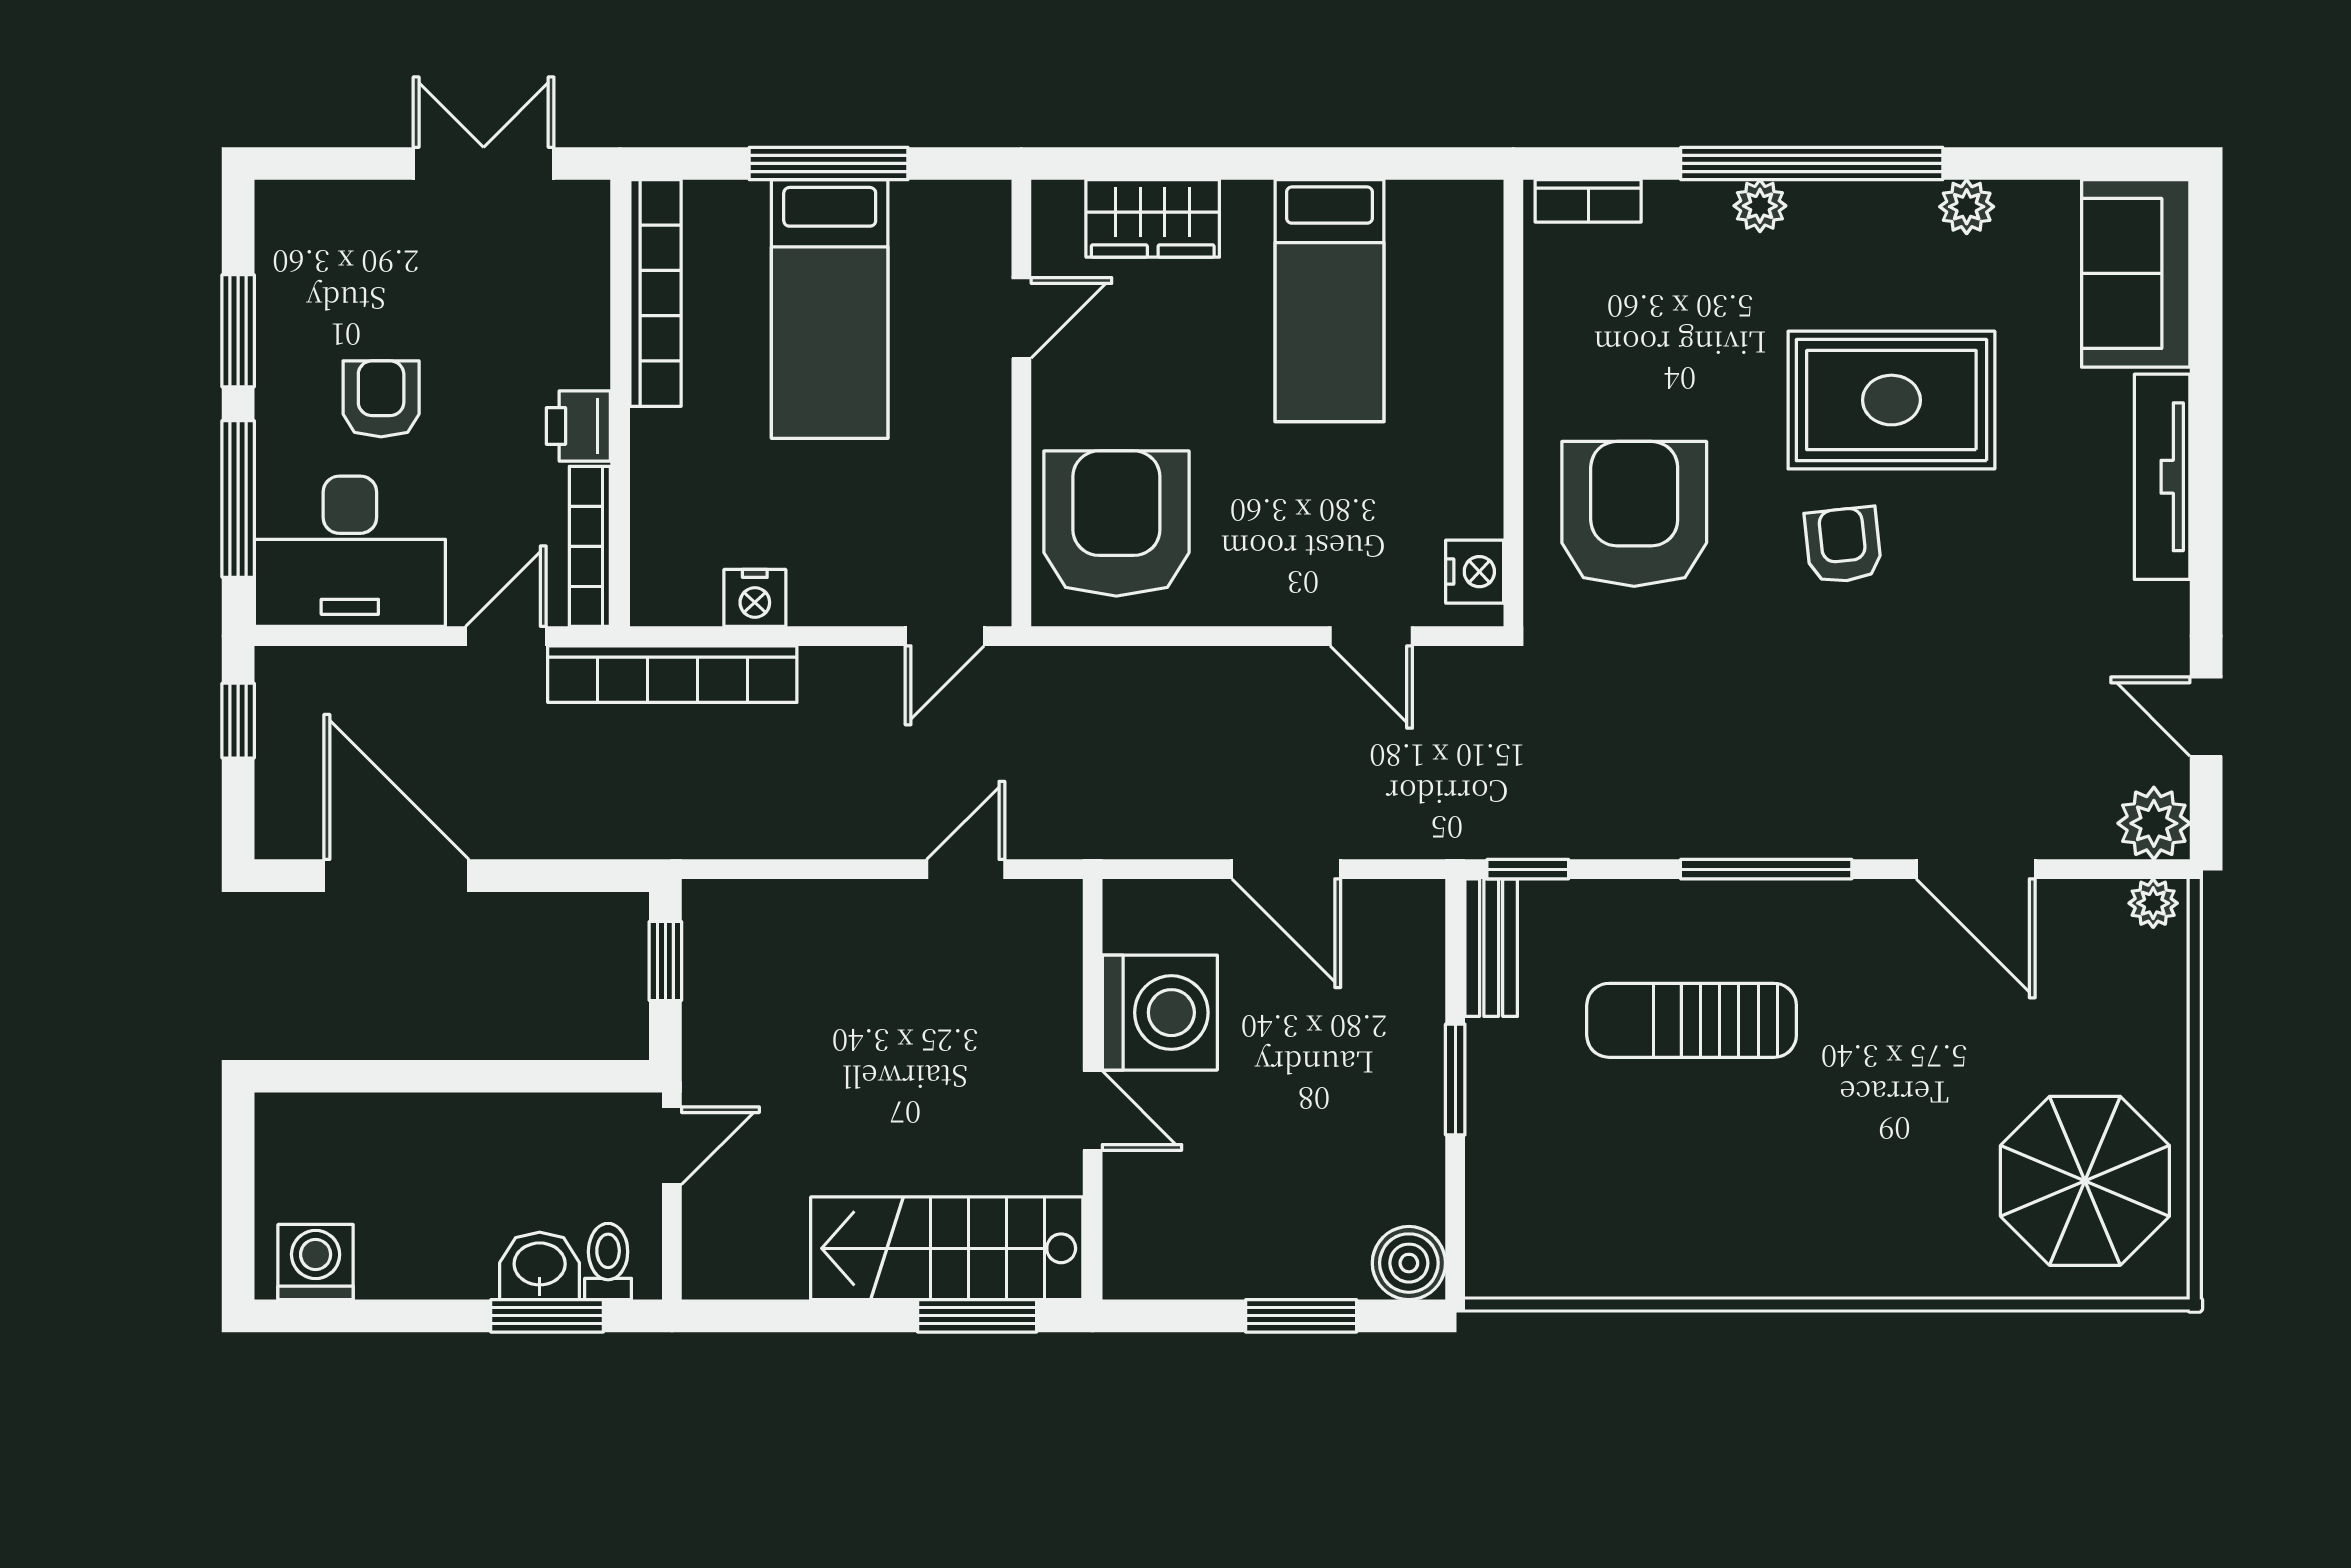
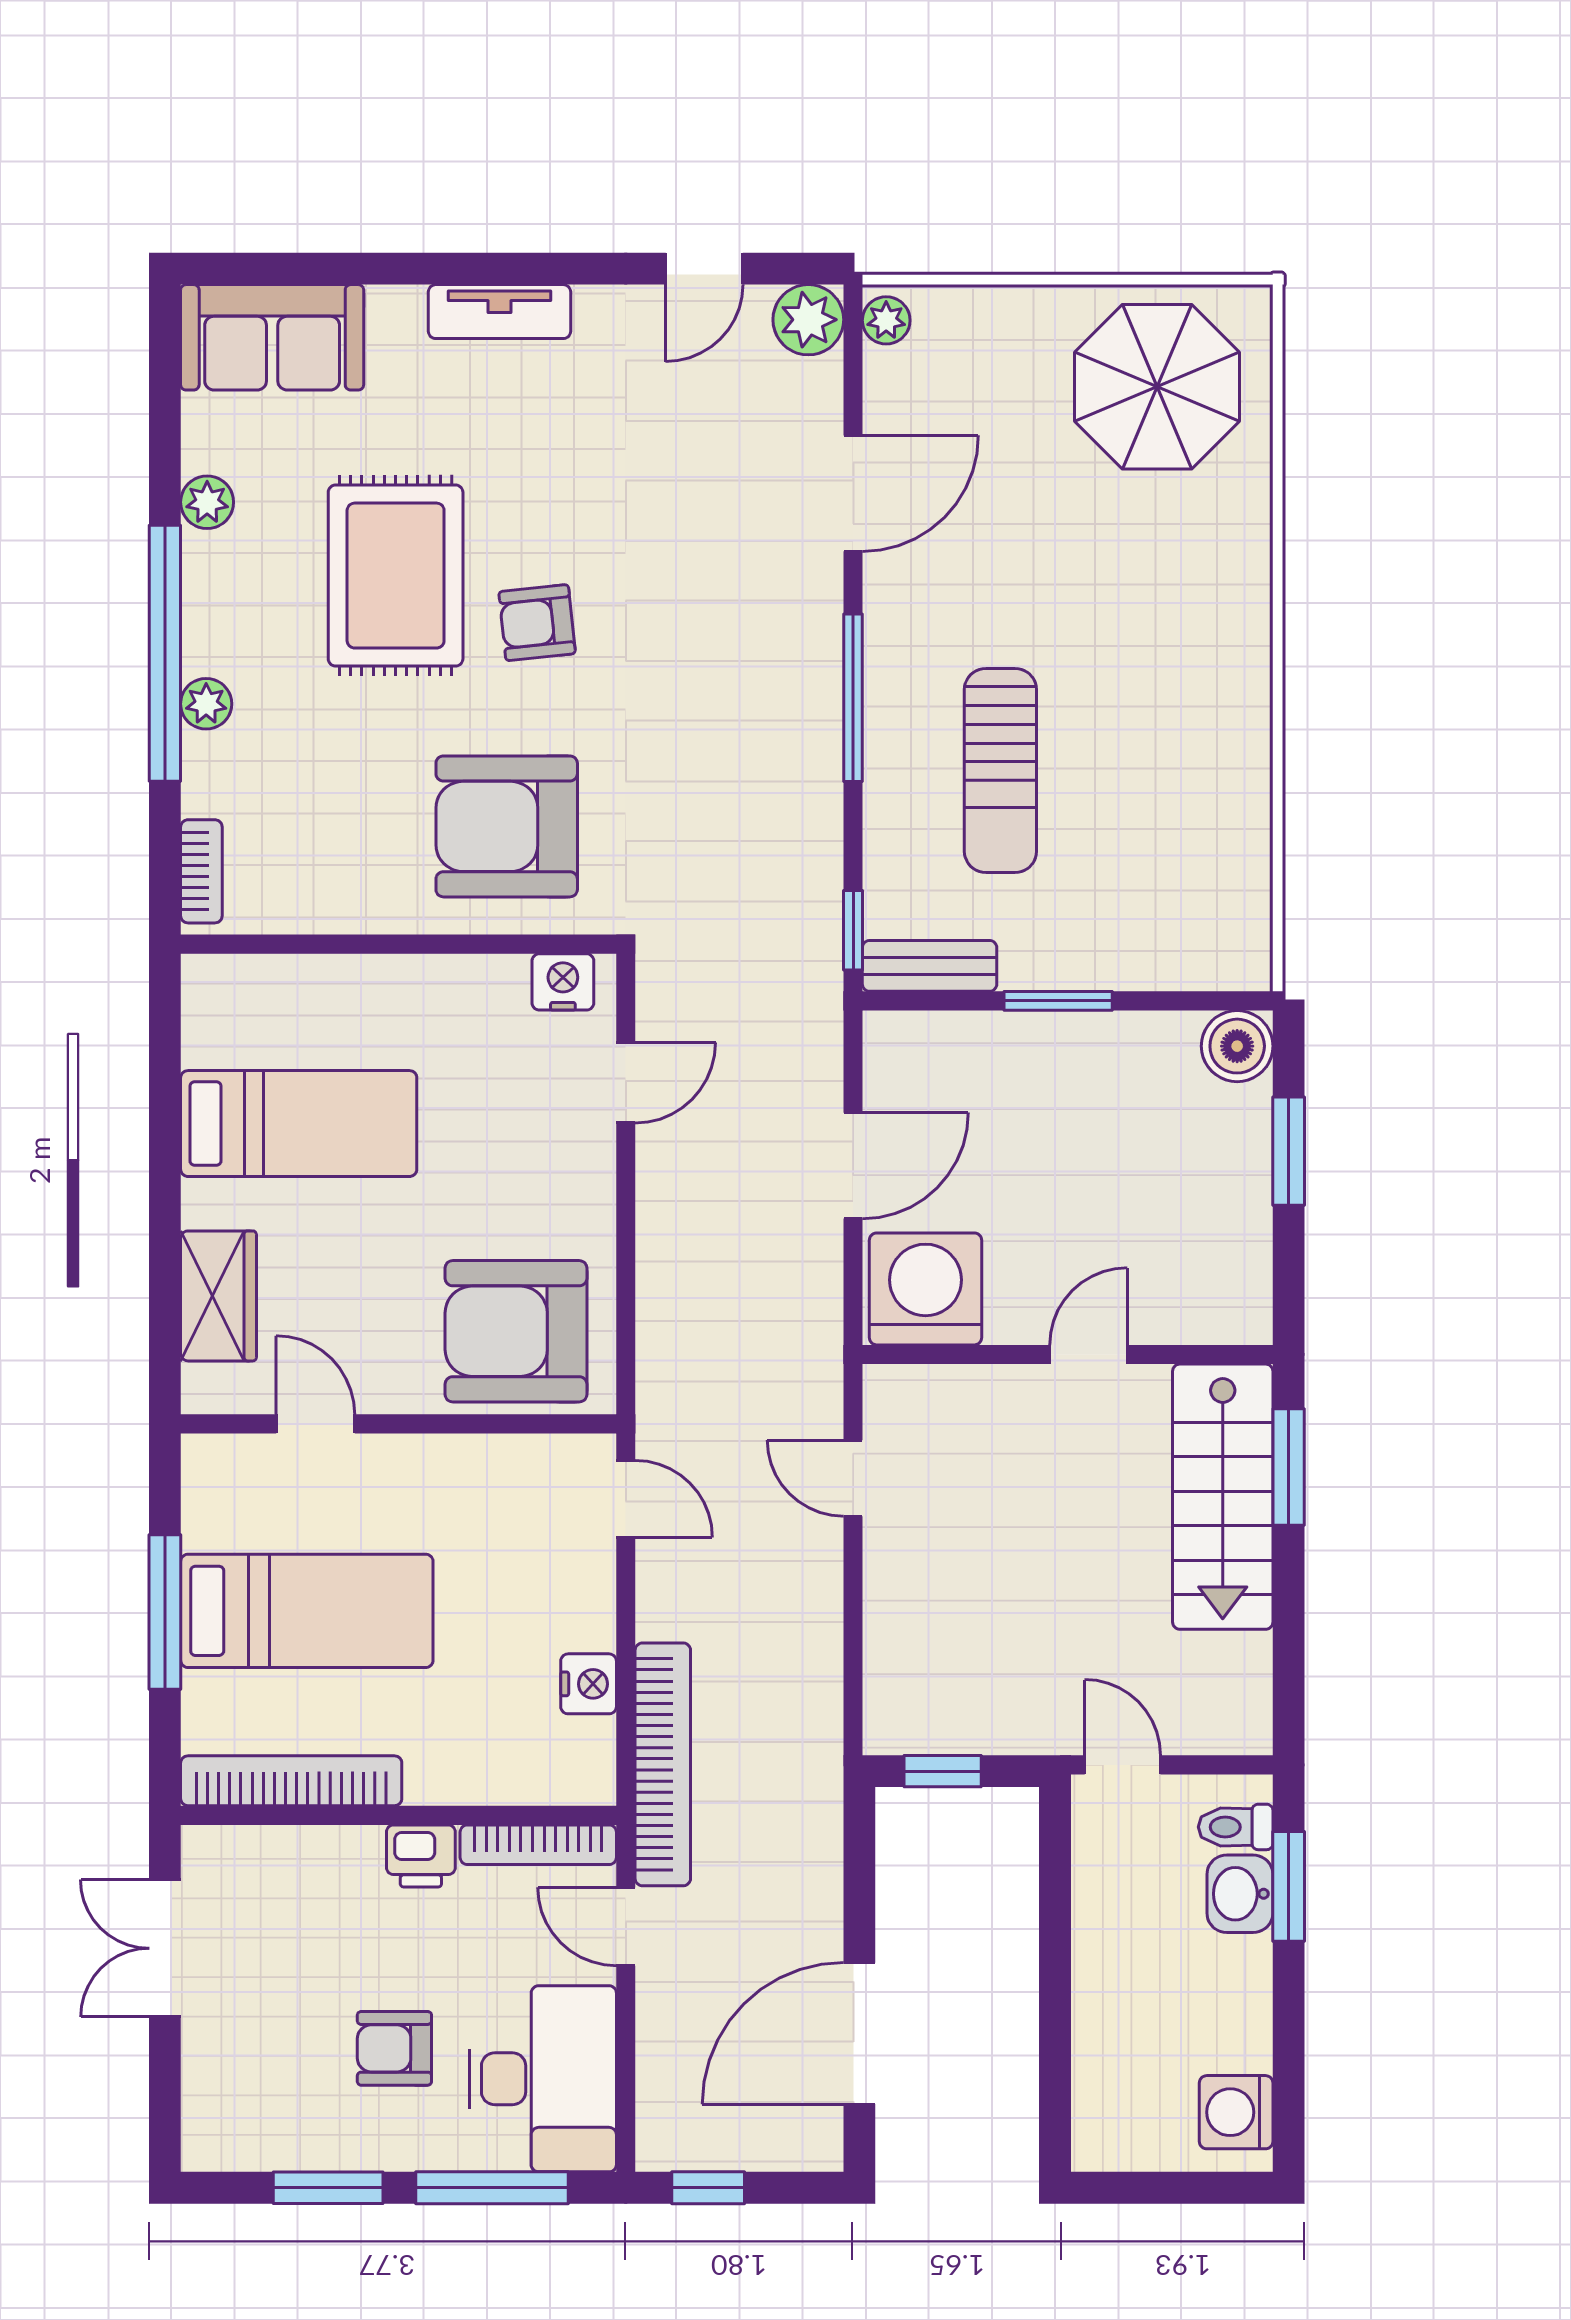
tv unit: (2162, 477) -> (499, 312), width x0.71
washing machine: (1160, 1013) -> (925, 1289), moved

